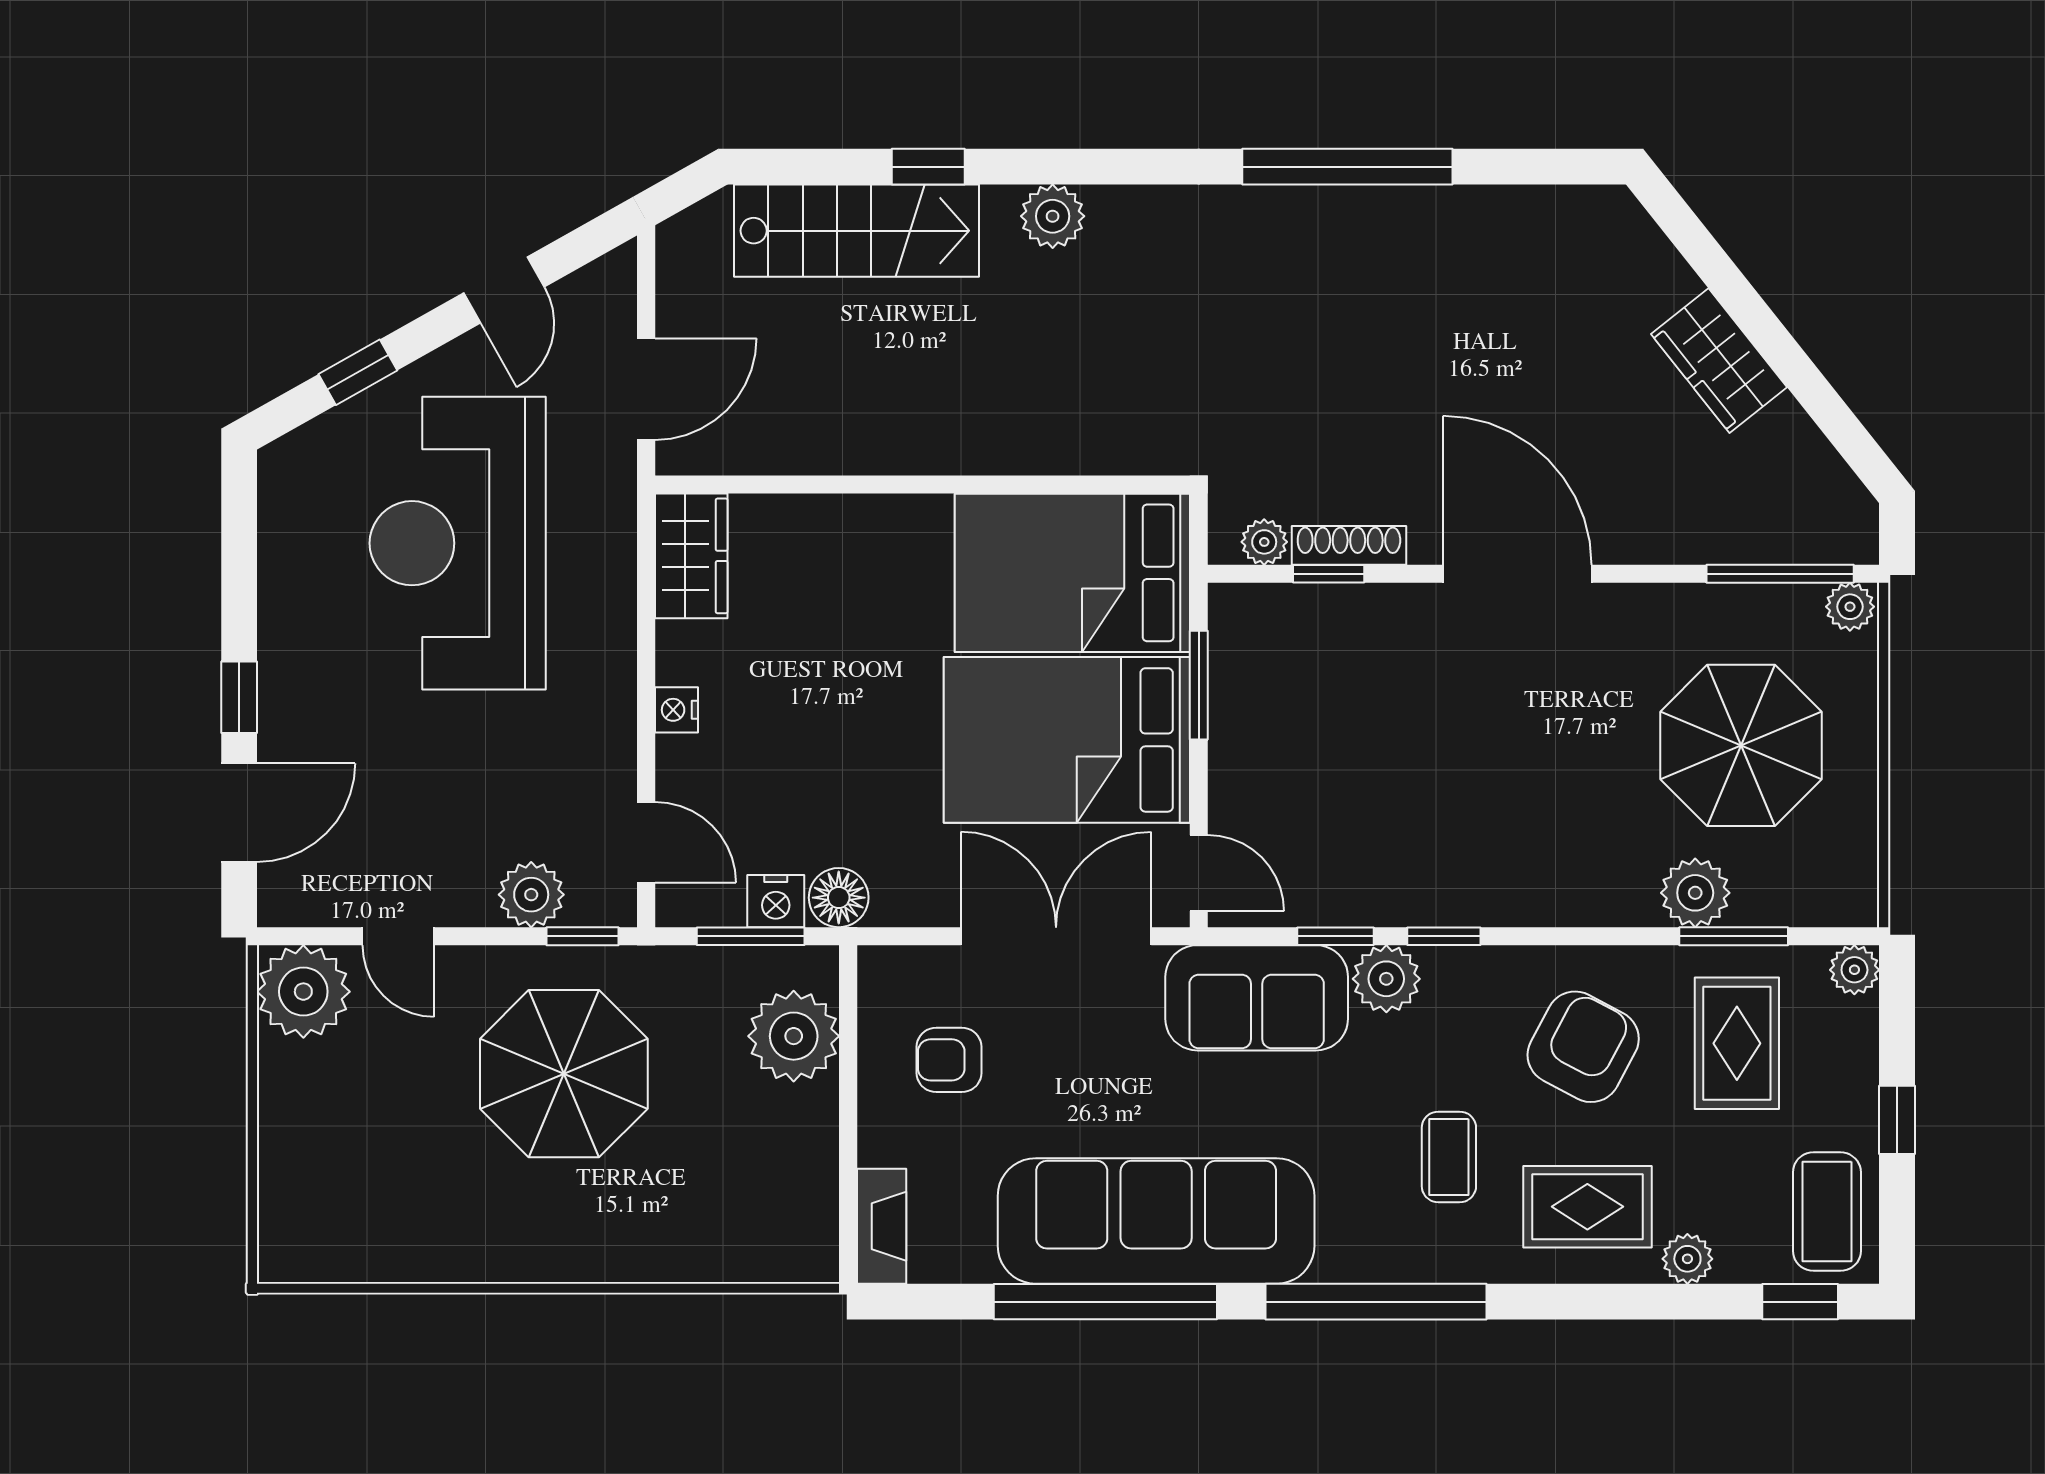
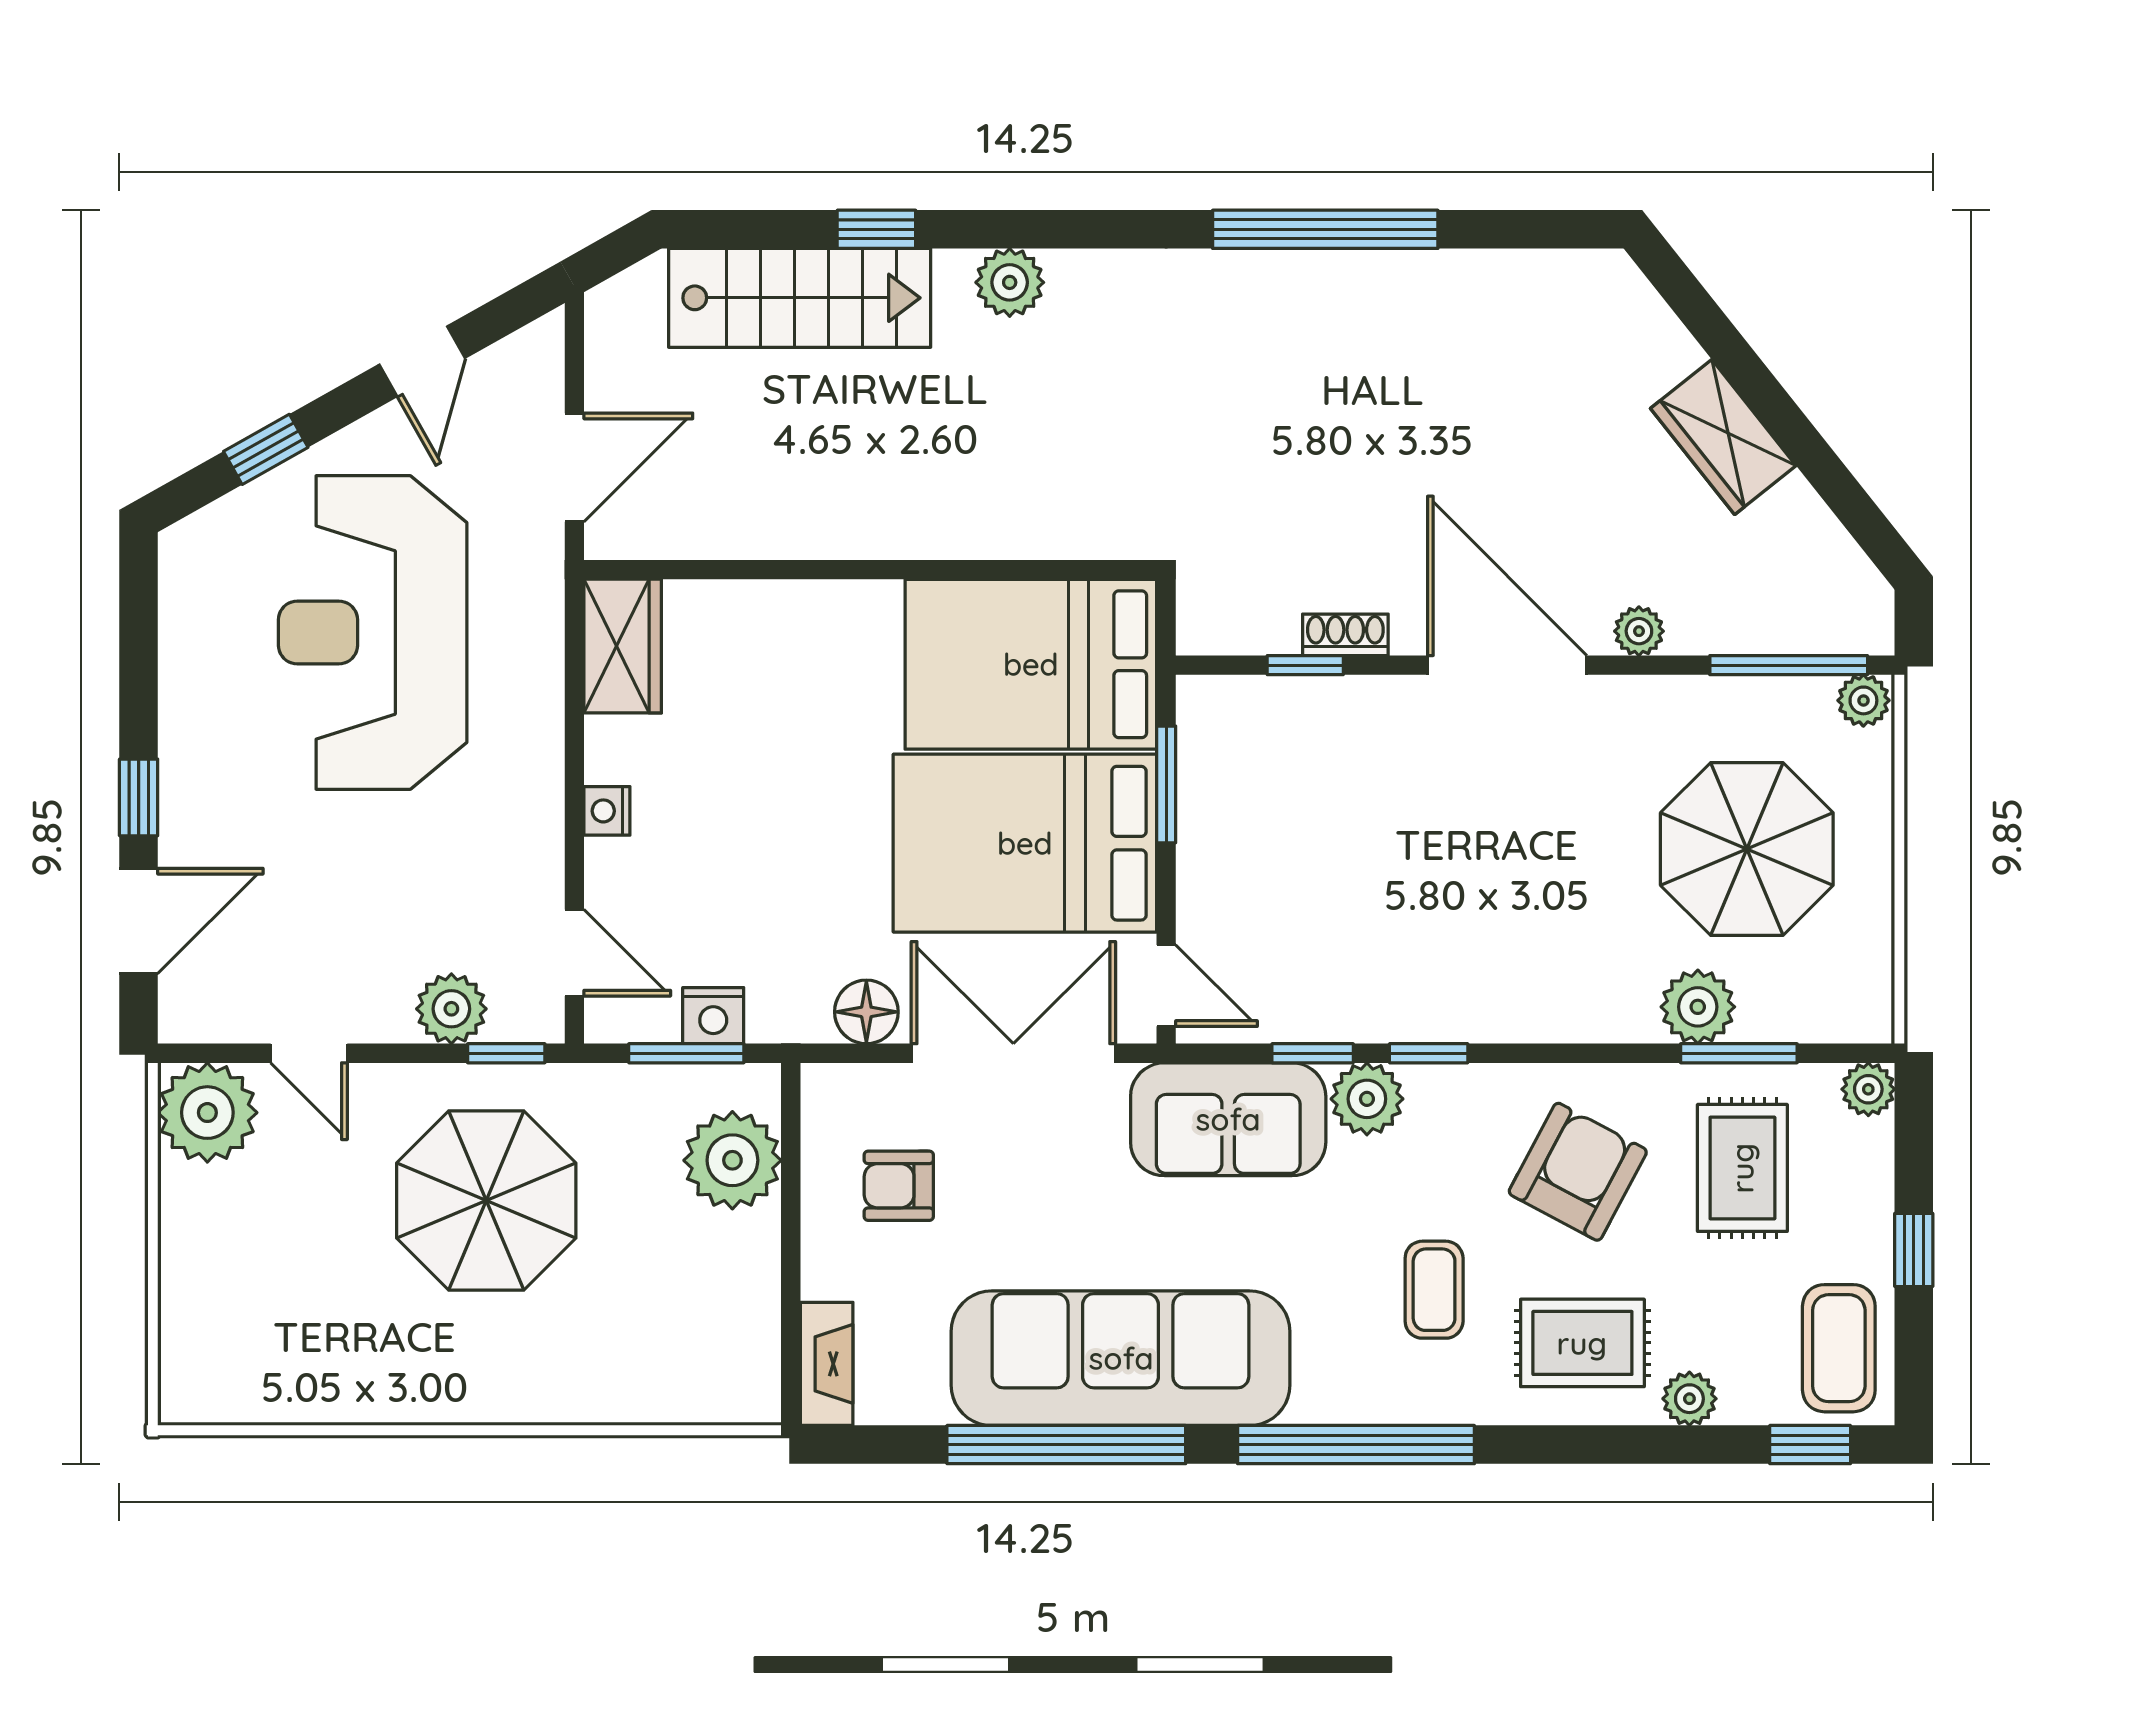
plant: (1264, 542) -> (1639, 631), moved
shoe rack: (1349, 545) -> (1345, 635), width x0.70
floor lamp: (839, 898) -> (866, 1012), moved

